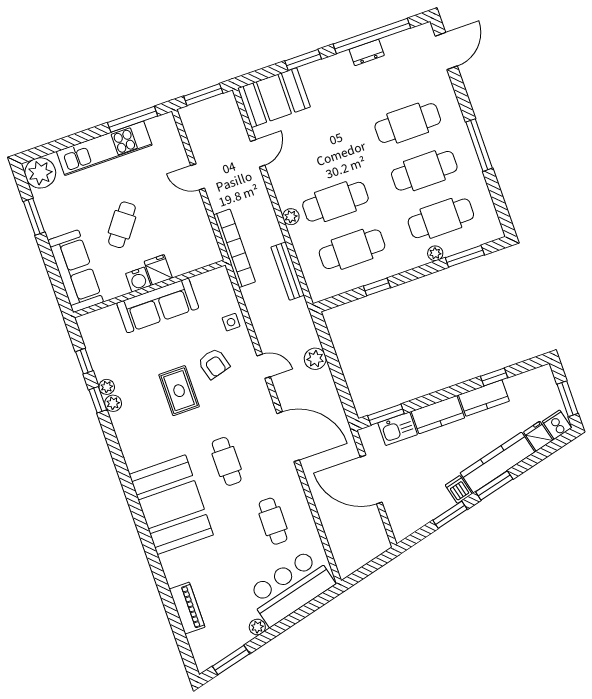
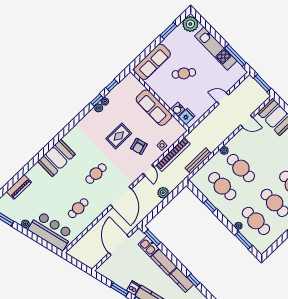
door: (198, 177) -> (223, 98), hinge flipped
bookcase: (234, 248) -> (173, 154), moved
fridge: (158, 270) -> (187, 116), moved
water cooler: (138, 280) -> (178, 109), moved
booth: (171, 505) -> (56, 158), width x0.73, depth x0.70

